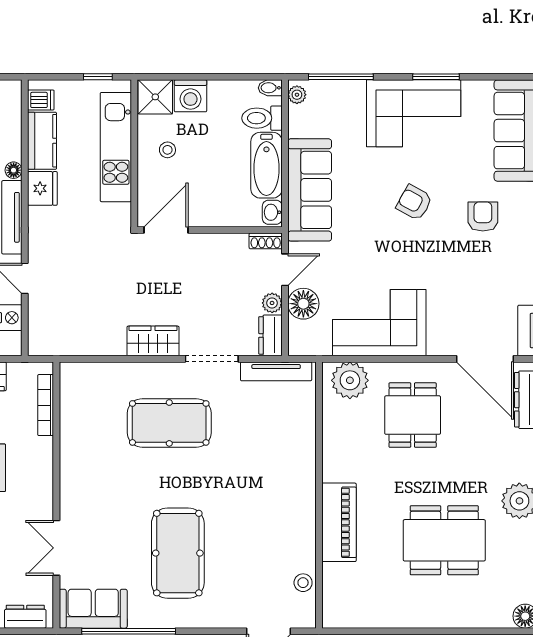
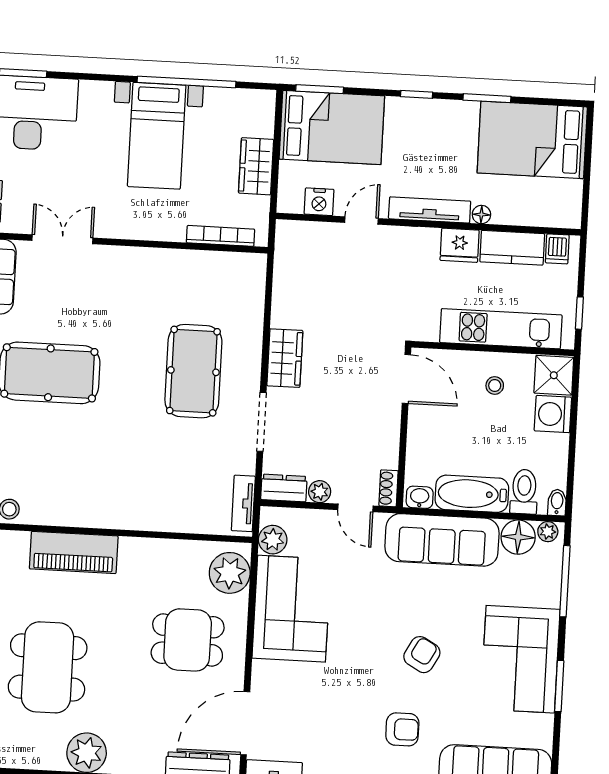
floor lamp: (303, 304) -> (518, 537), moved
plant: (318, 343) -> (273, 540), added
tv unit: (276, 371) -> (243, 503), width x0.71

